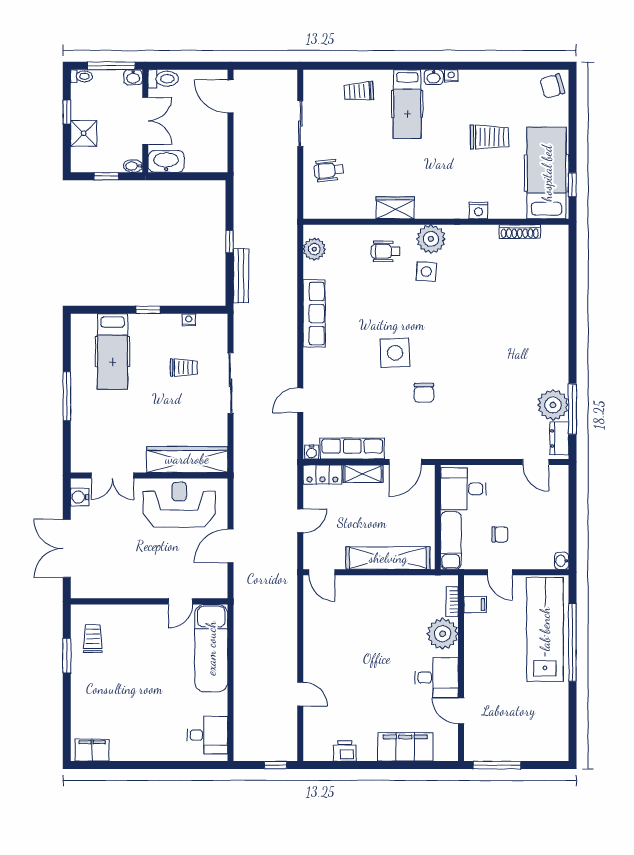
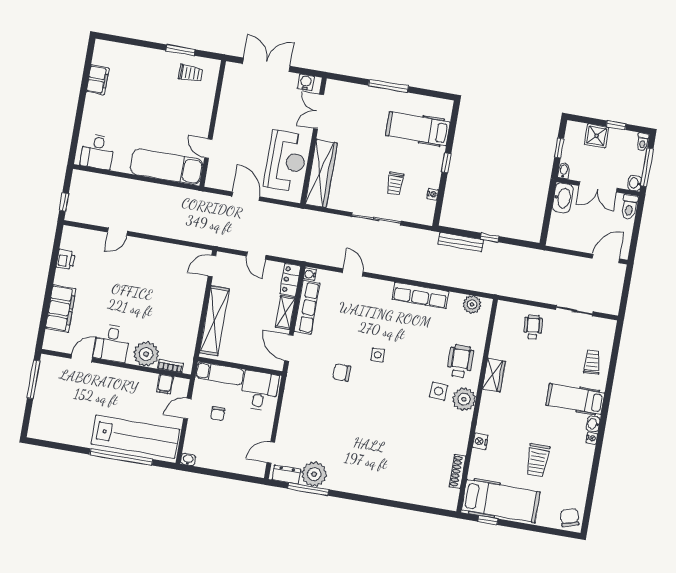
wheelchair: (386, 251) -> (460, 361), width x1.36, depth x1.37
side table: (395, 353) -> (378, 355), width x0.54, depth x0.54
filing cabinet: (92, 750) -> (98, 80), moved

